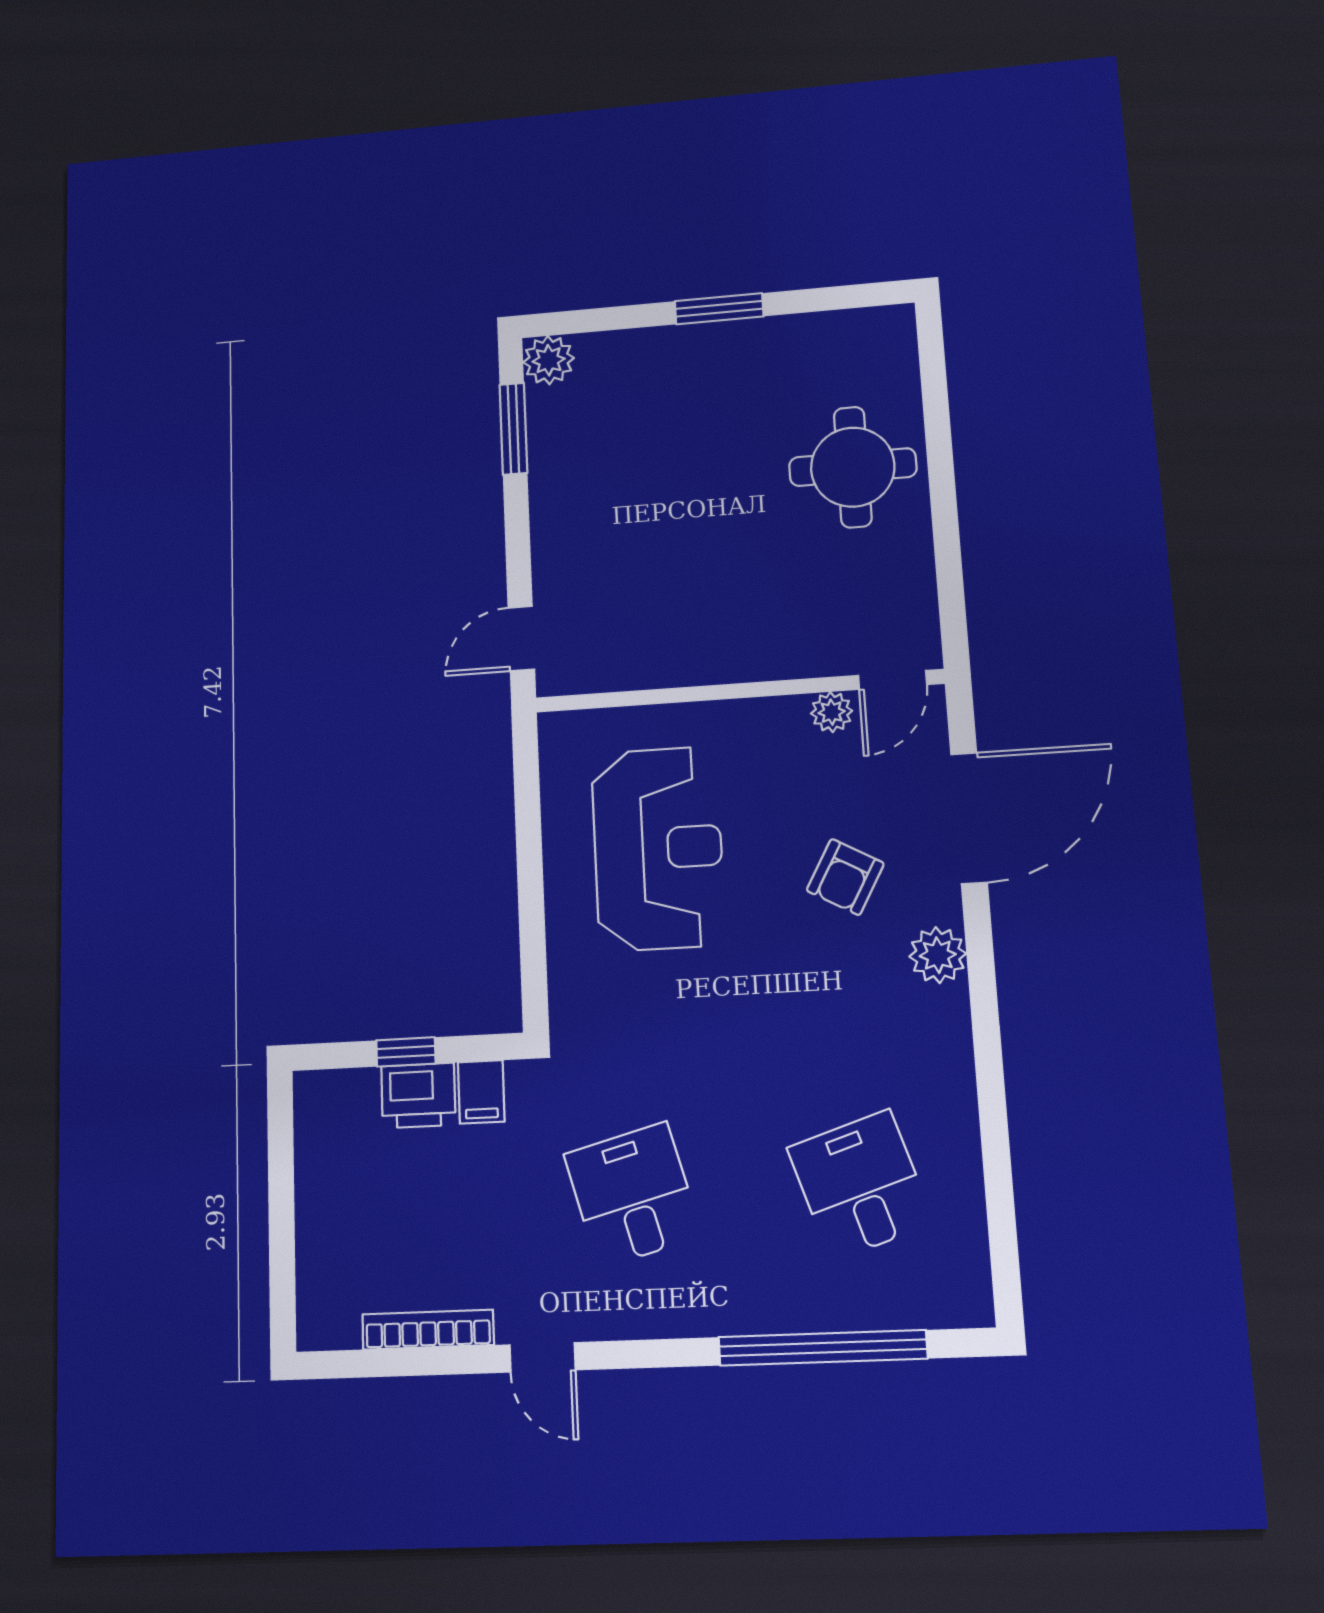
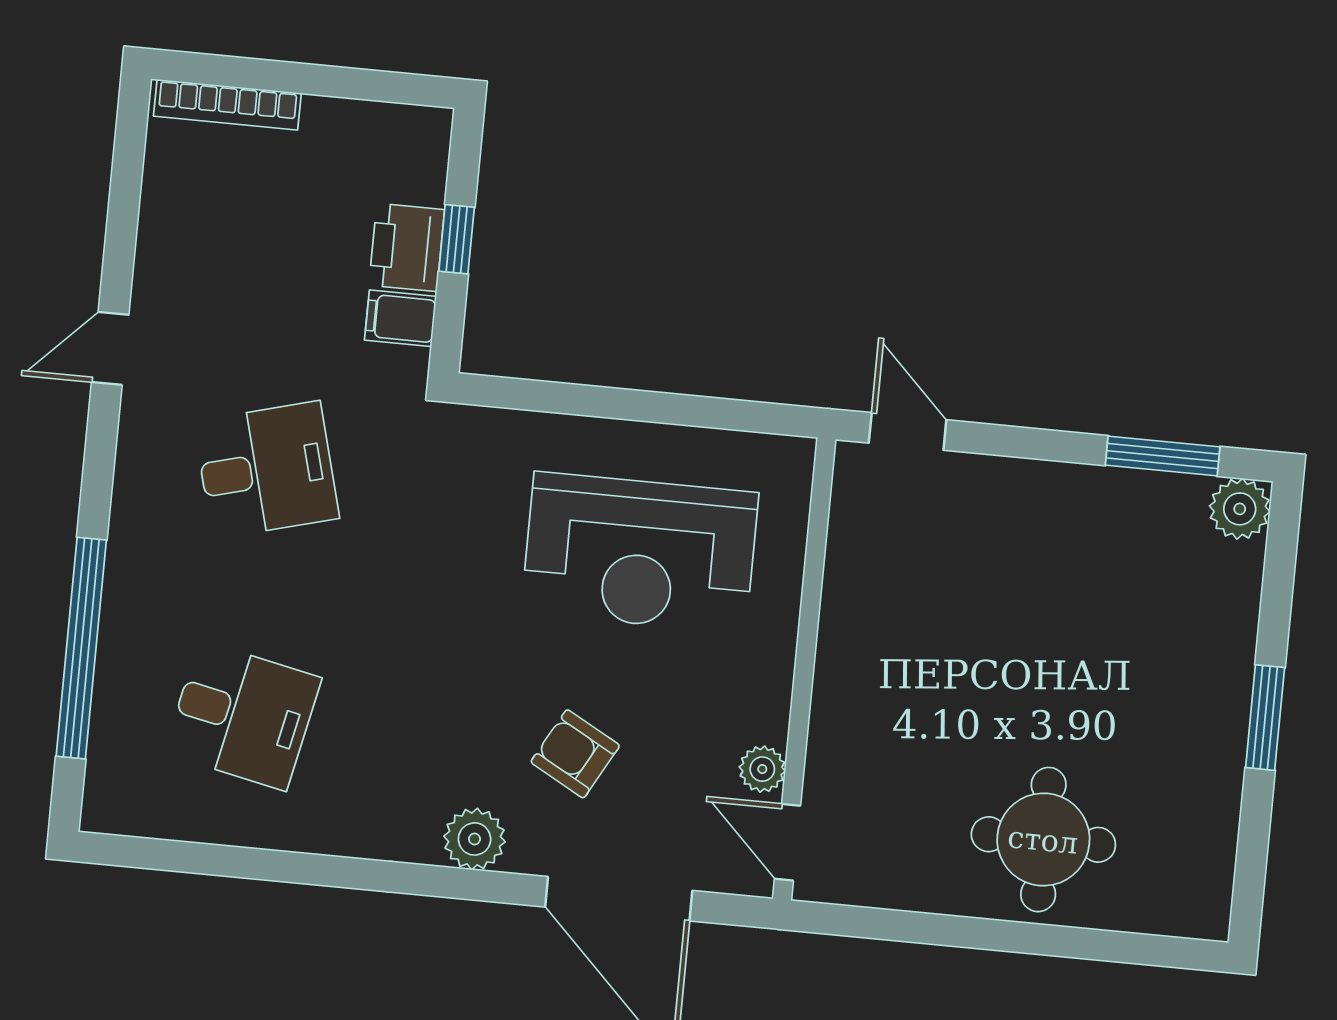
desk: (860, 1185) -> (243, 715), turned 30
bookcase: (428, 1330) -> (227, 105), moved, turned 90

